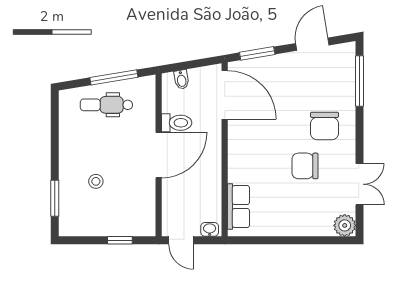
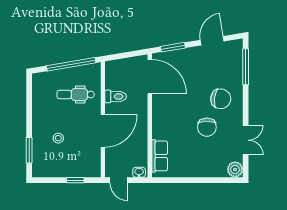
window: (114, 77) -> (71, 64), width x1.46
bidet: (182, 79) -> (119, 66), removed
dental chair: (106, 105) -> (76, 95), moved
chair: (325, 126) -> (221, 99), turned -83
door: (159, 155) -> (103, 131), moved
chair: (305, 166) -> (207, 127), turned -90

